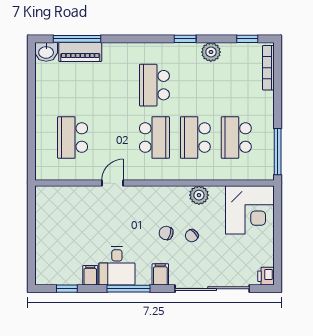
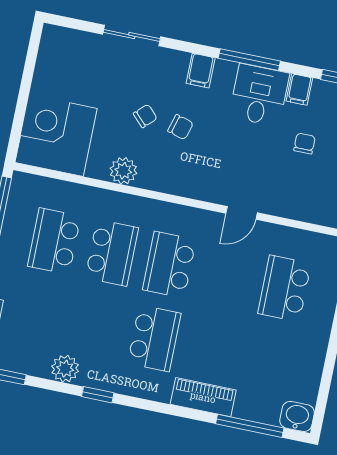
piano: (80, 52) -> (203, 397), moved
school desk: (73, 138) -> (284, 288), turned 180
school desk: (236, 138) -> (54, 241), turned 180
chair: (79, 239) -> (305, 143), added
printer: (266, 276) -> (53, 38), removed
sliding door: (212, 289) -> (132, 35), width x0.54

